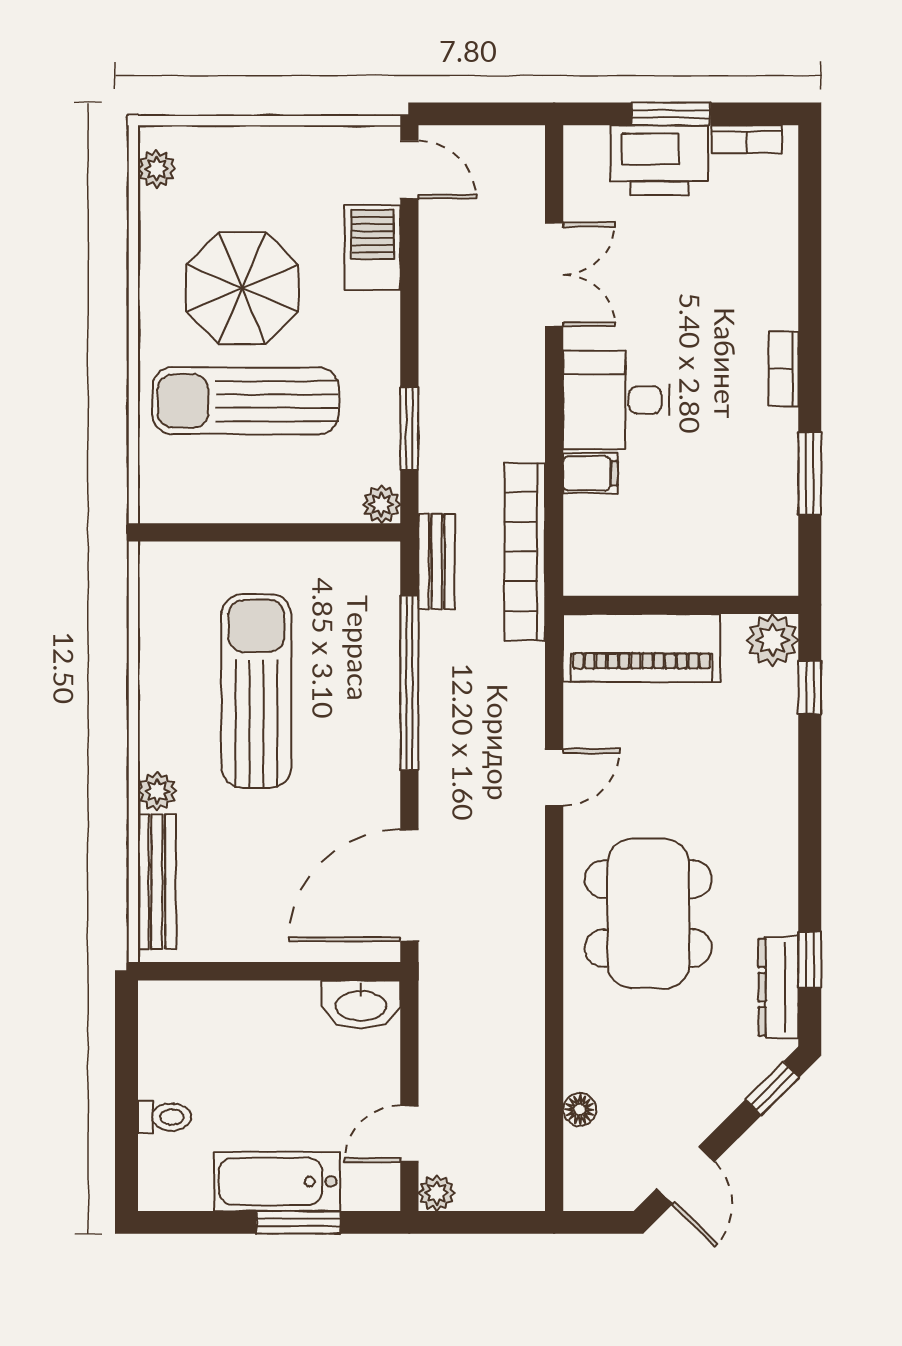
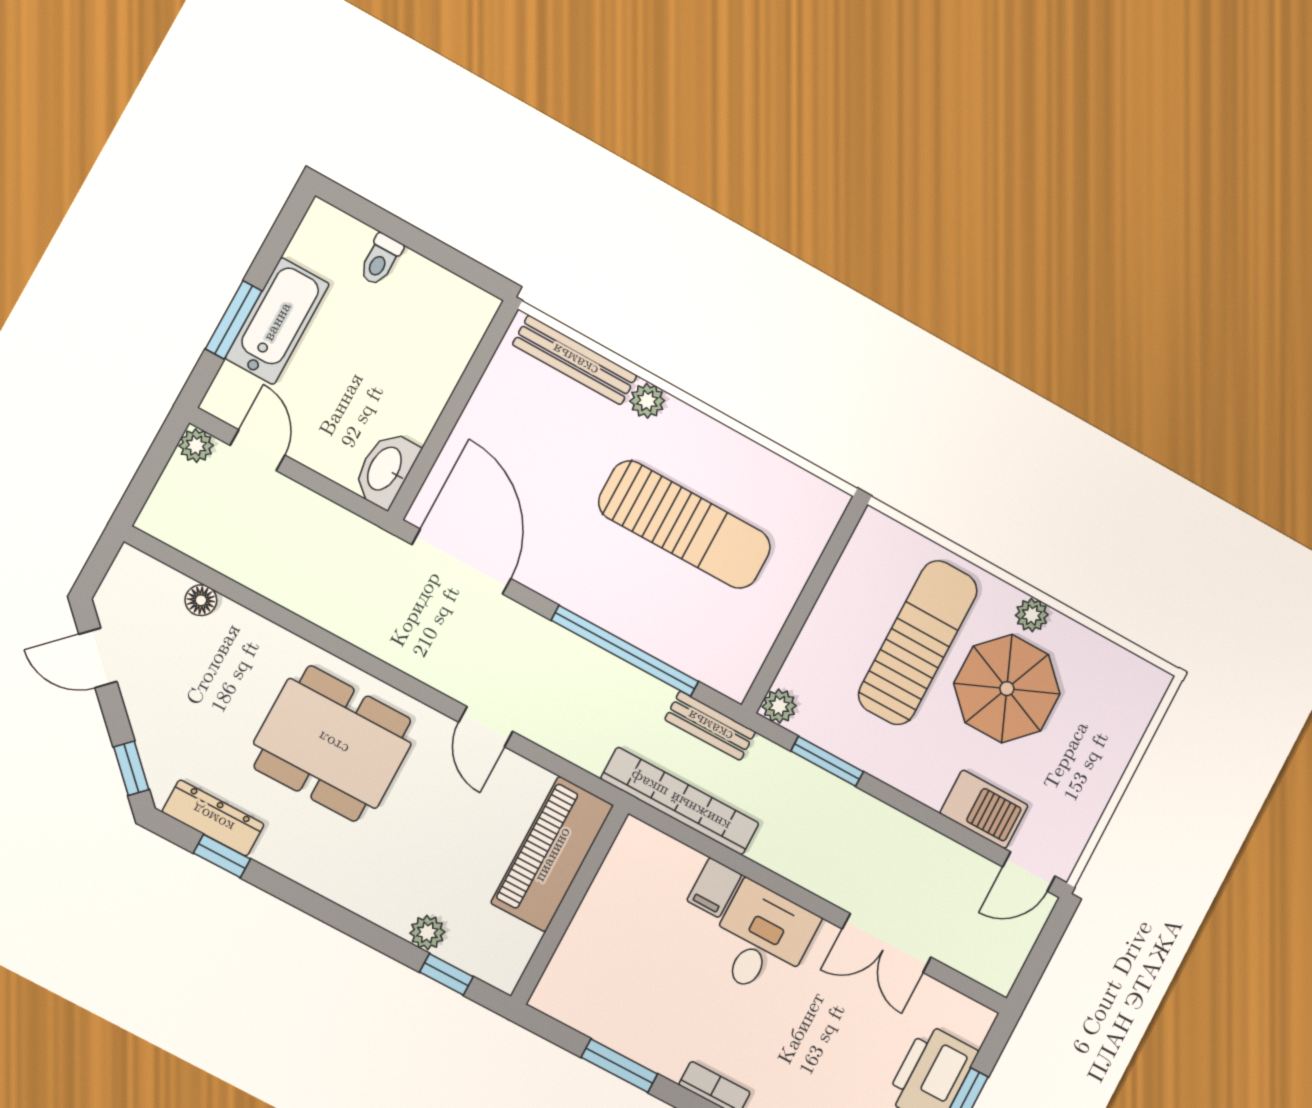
plant: (157, 169) -> (1032, 615), moved
plant: (772, 640) -> (427, 933), moved, width x0.73, depth x0.73

